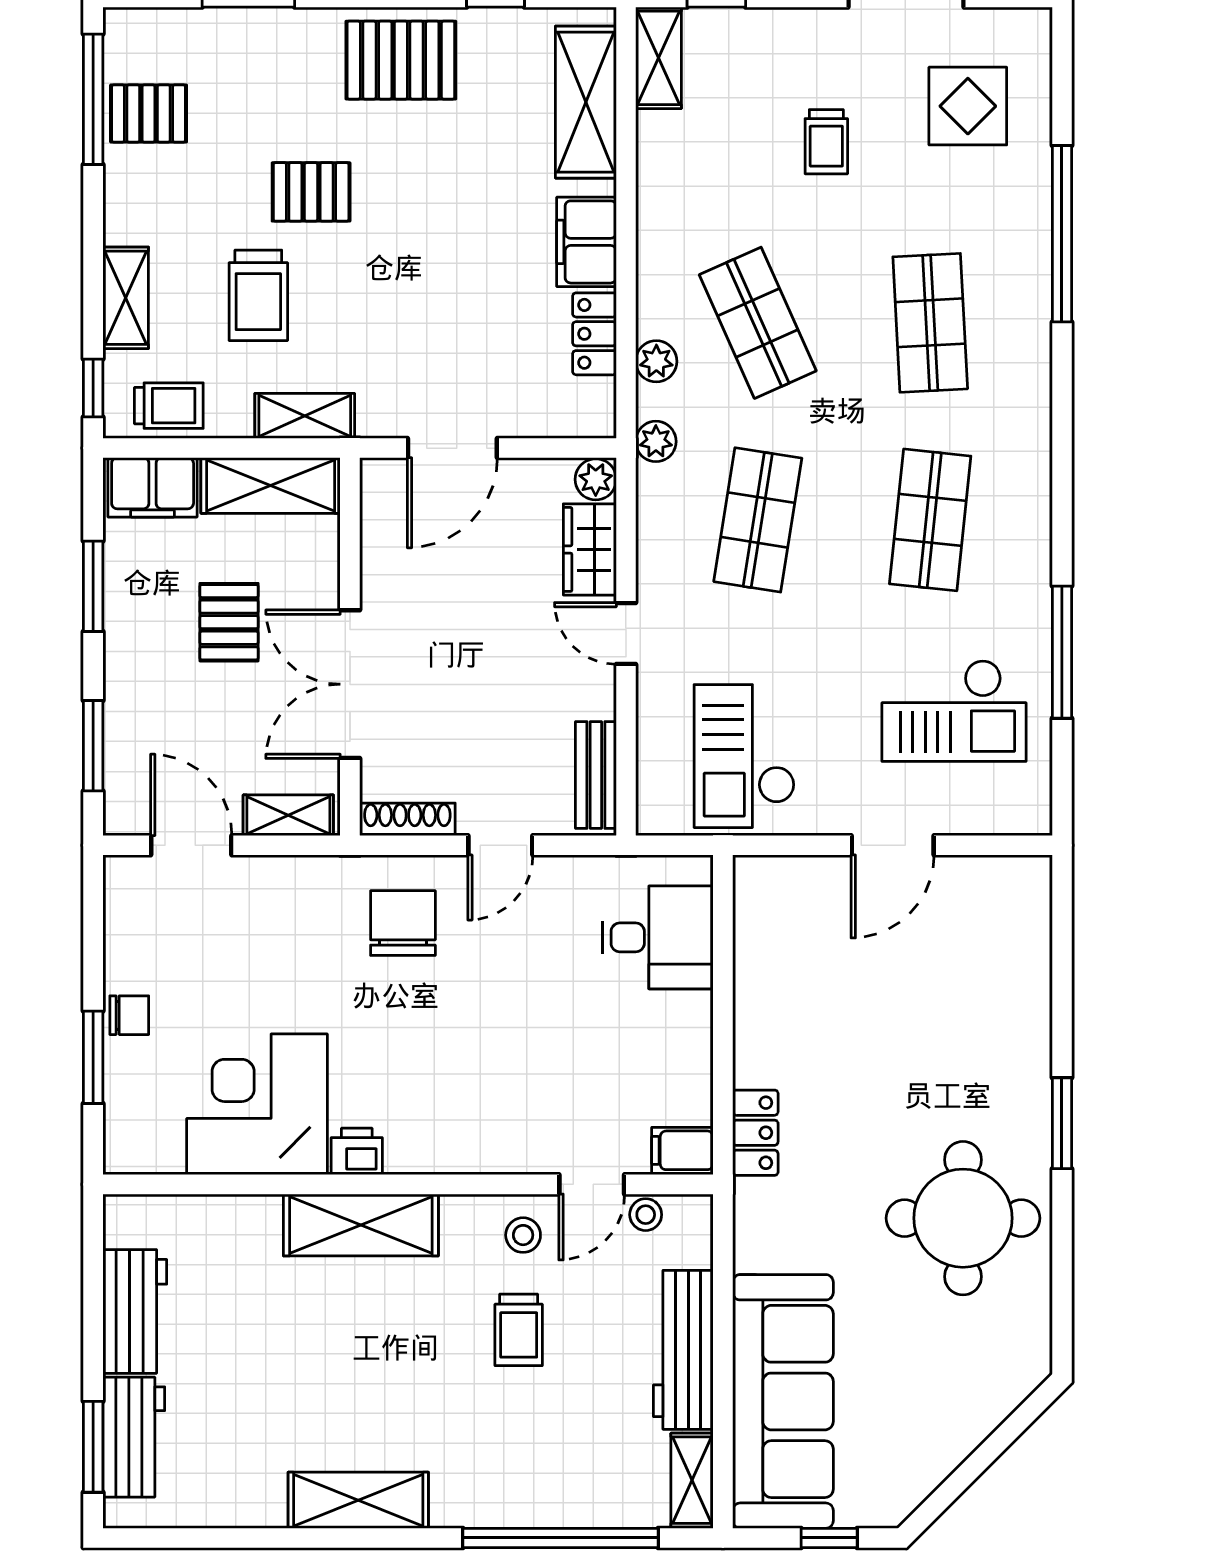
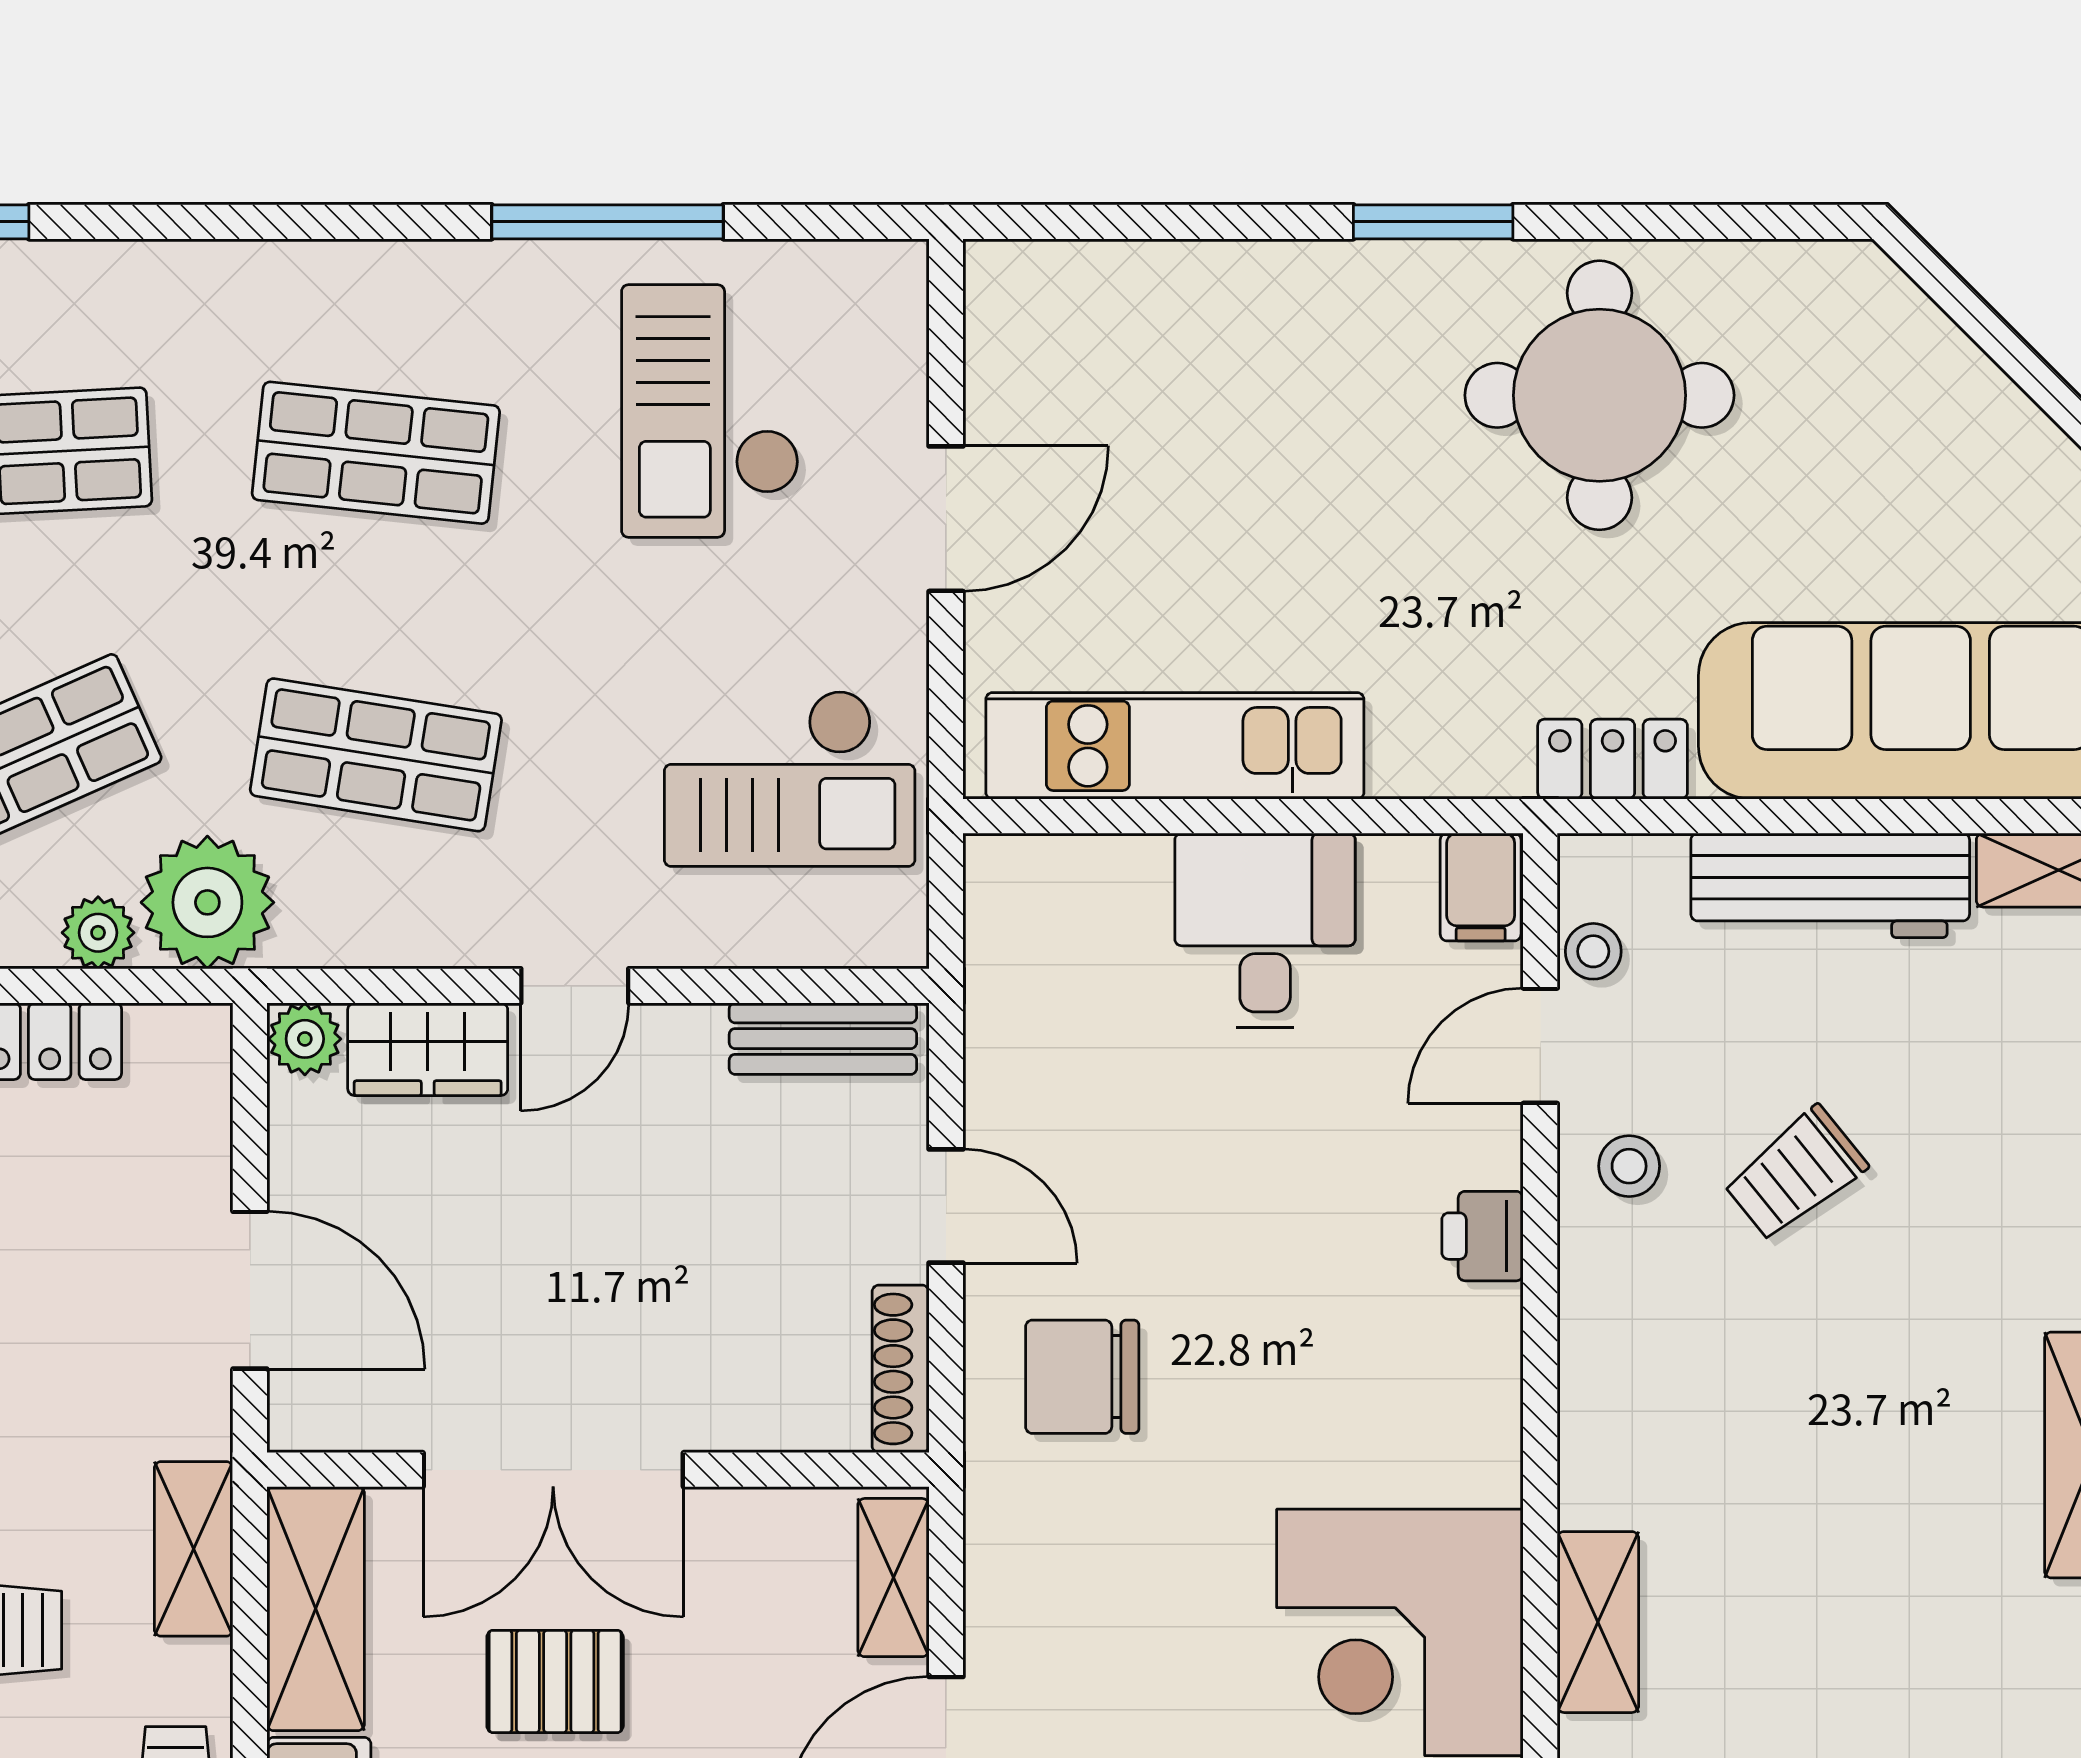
plant: (656, 441) -> (207, 902), width x1.88, depth x1.88
double door: (350, 684) -> (553, 1470), moved
checkout: (954, 711) -> (710, 411), turned 180
door: (893, 845) -> (946, 519), hinge flipped
desk: (658, 937) -> (1265, 930), moved
kitchen unit: (763, 976) -> (1175, 746), added
locker: (755, 1133) -> (1613, 759), moved
printer: (357, 1151) -> (1483, 1236), moved
door: (592, 1184) -> (1540, 1046), swing flipped
shelving: (361, 1225) -> (1598, 1622), moved, width x0.67, depth x0.75
trolley: (519, 1330) -> (1795, 1174), turned 141

